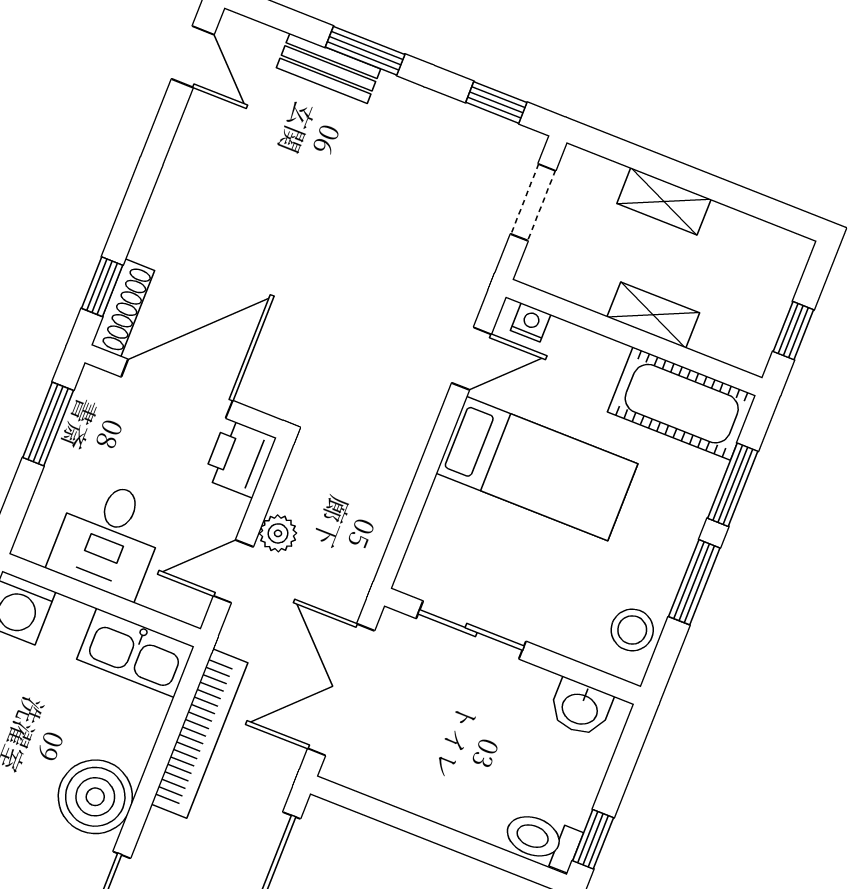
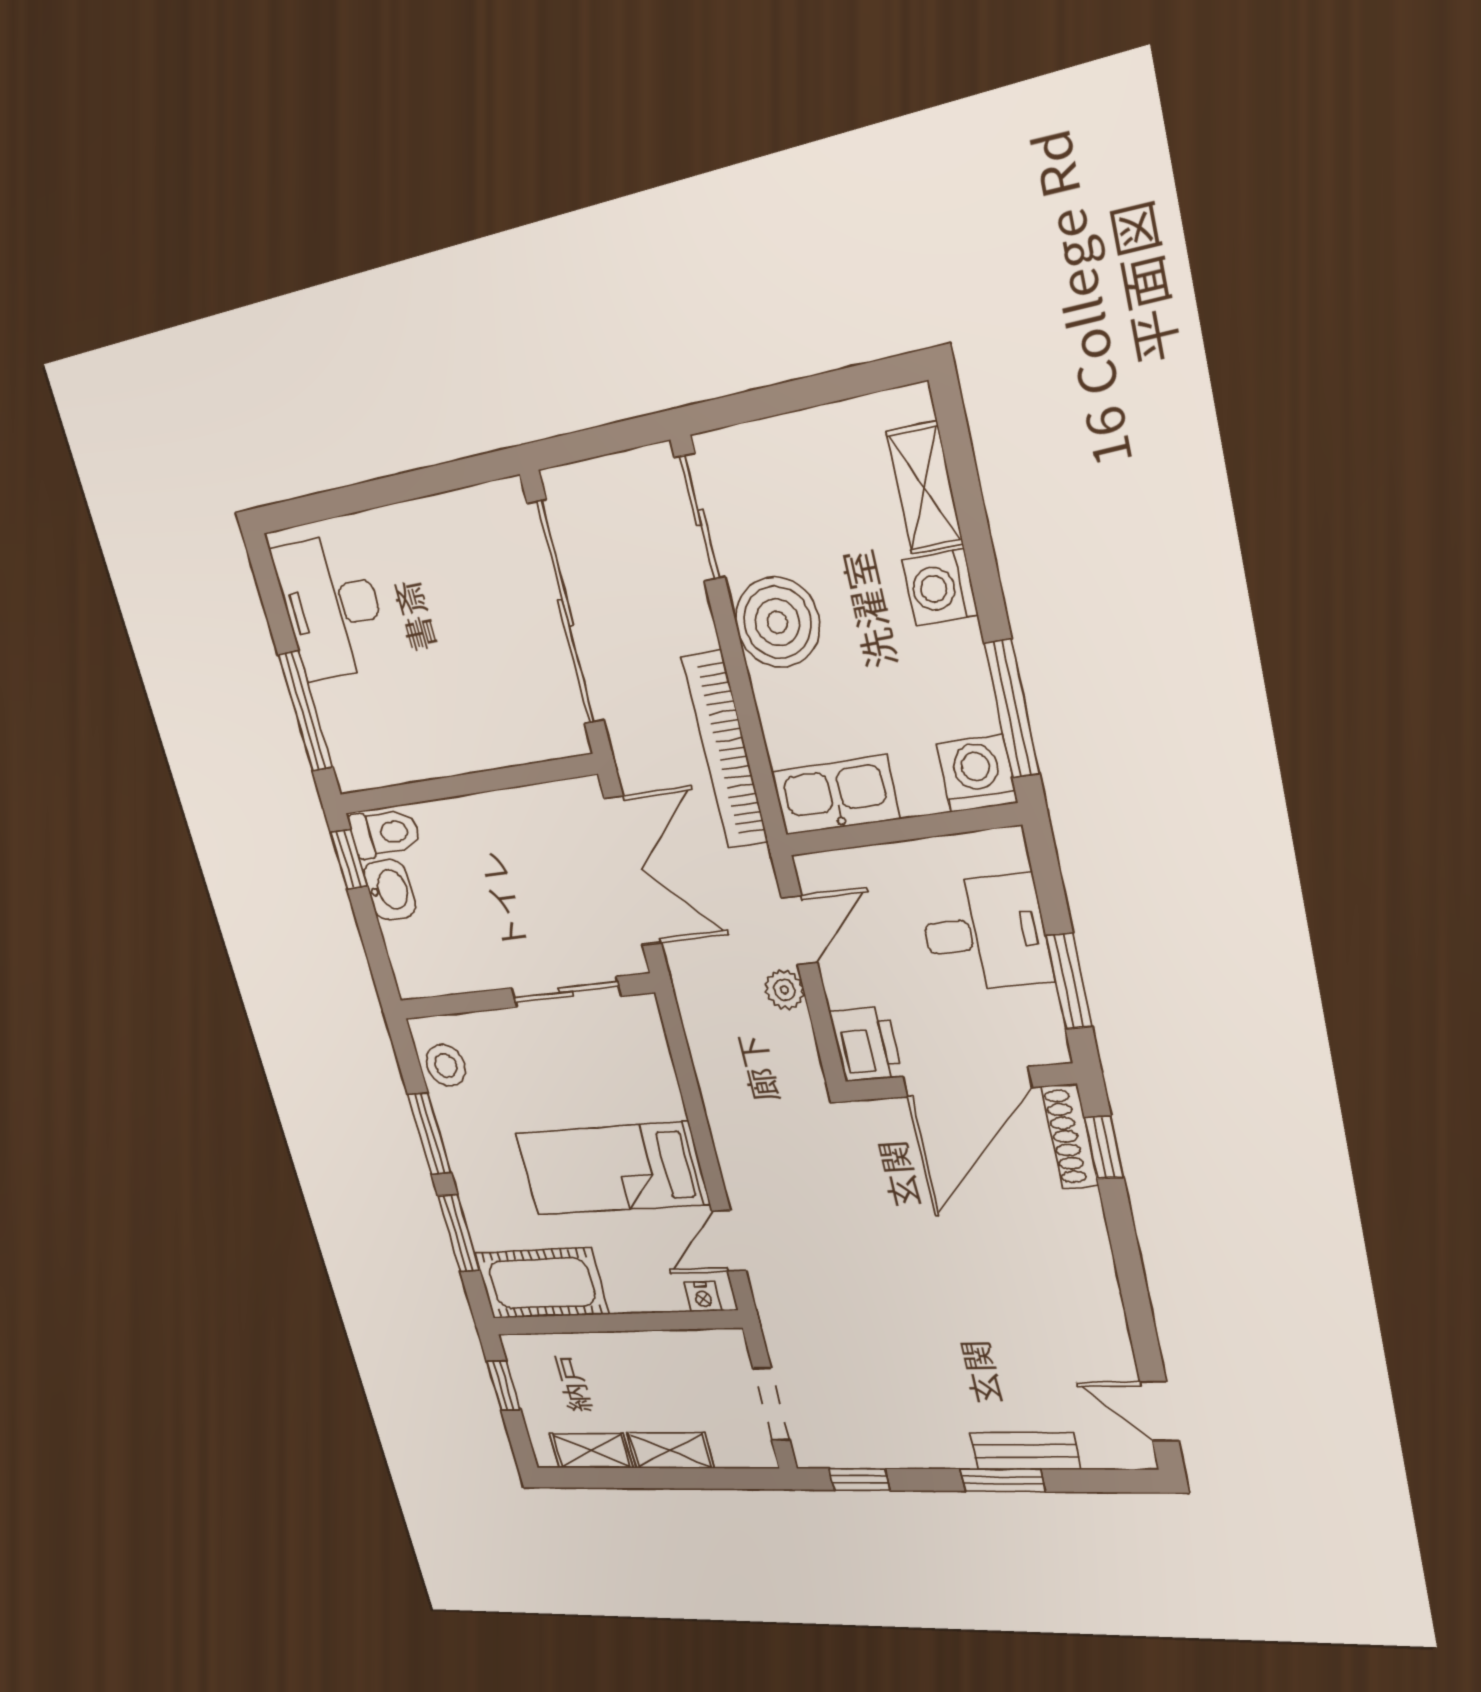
shelving: (653, 315) -> (591, 1451), moved
desk: (108, 538) -> (985, 933), moved, turned 90
washbasin: (580, 708) -> (390, 890), moved, turned 90

